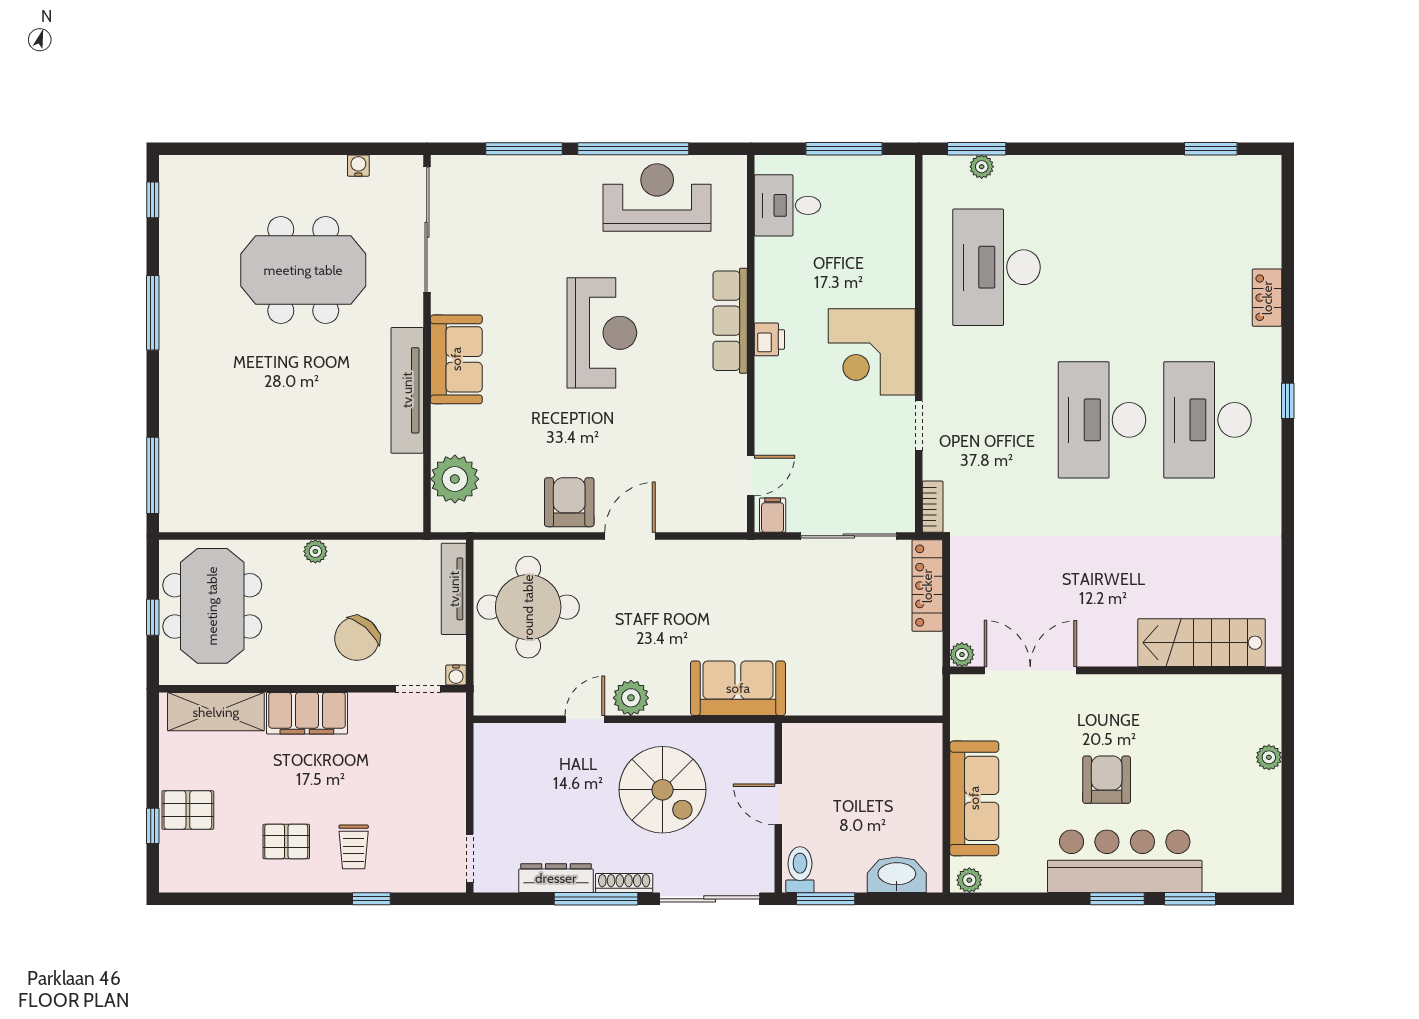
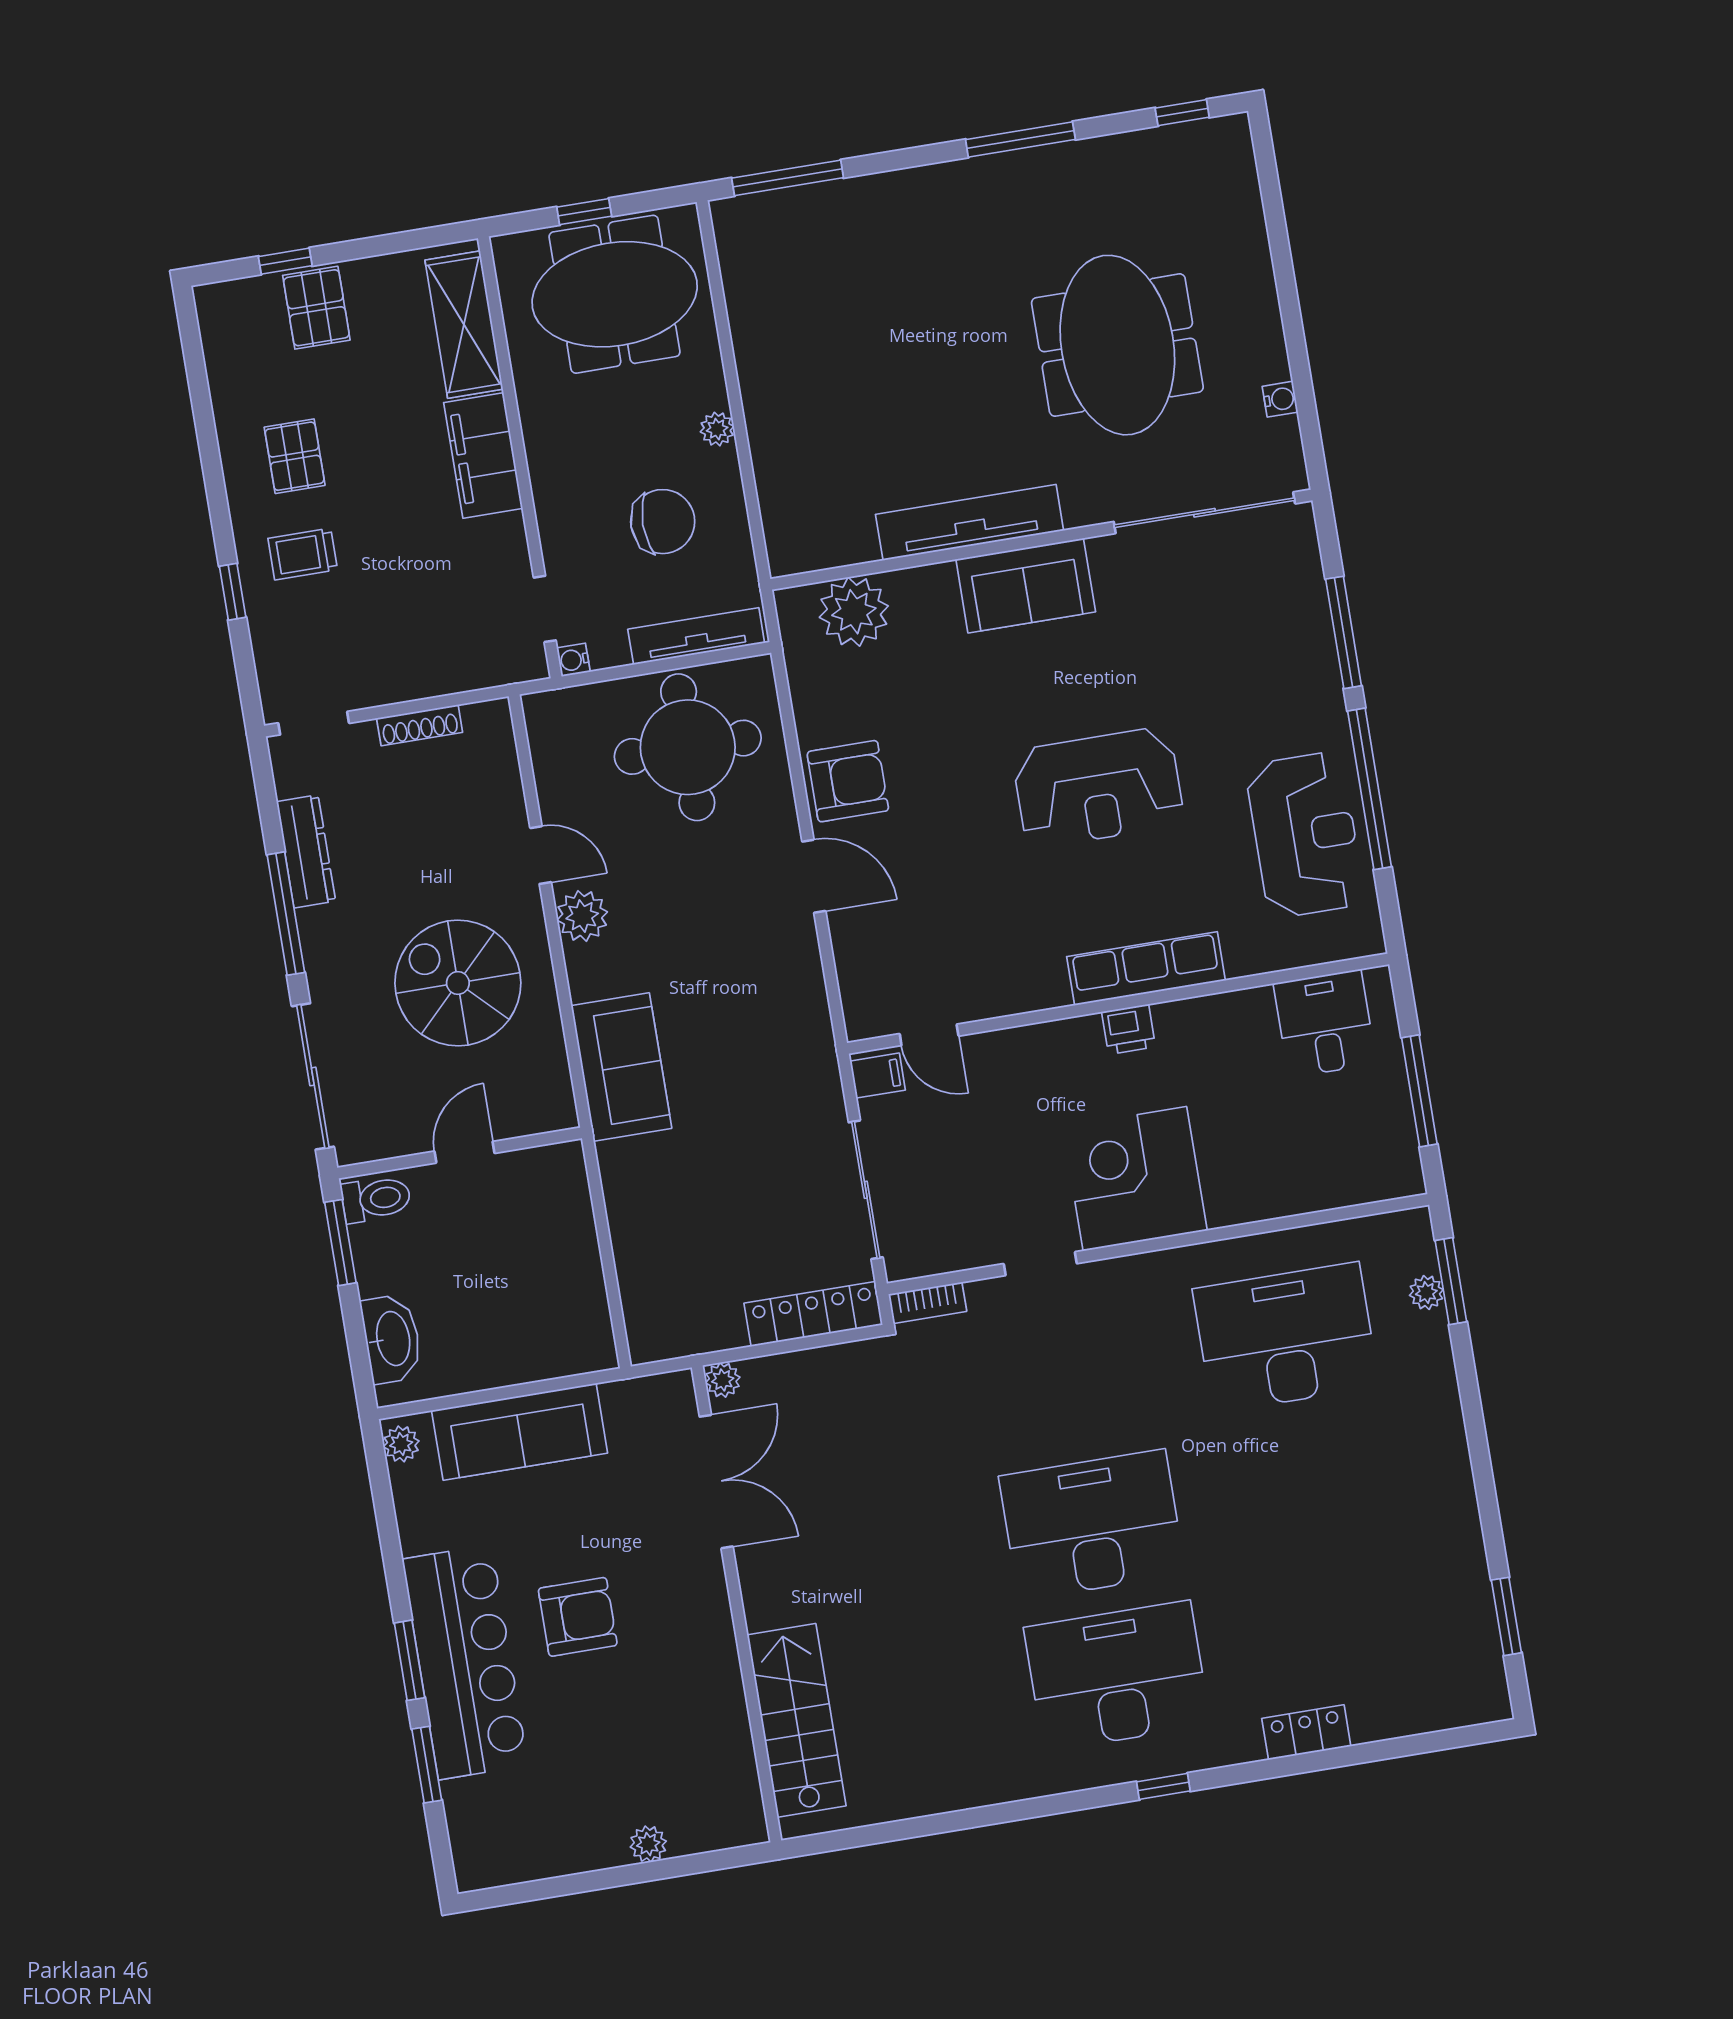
chair: (357, 638) -> (663, 522), moved, turned 139
spiral stairs: (662, 790) -> (458, 983), turned 90
shoe rack: (624, 883) -> (420, 725), moved, turned 90

